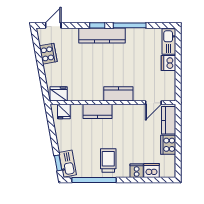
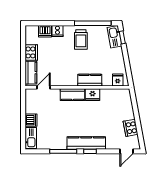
fridge: (59, 94) -> (92, 95), moved

